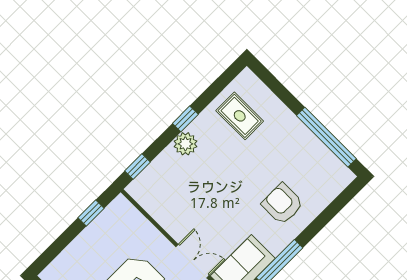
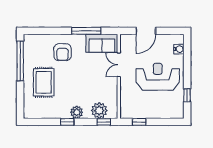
rug: (240, 116) -> (44, 82), moved, width x1.36, depth x1.43
plant: (158, 176) -> (99, 111), added

